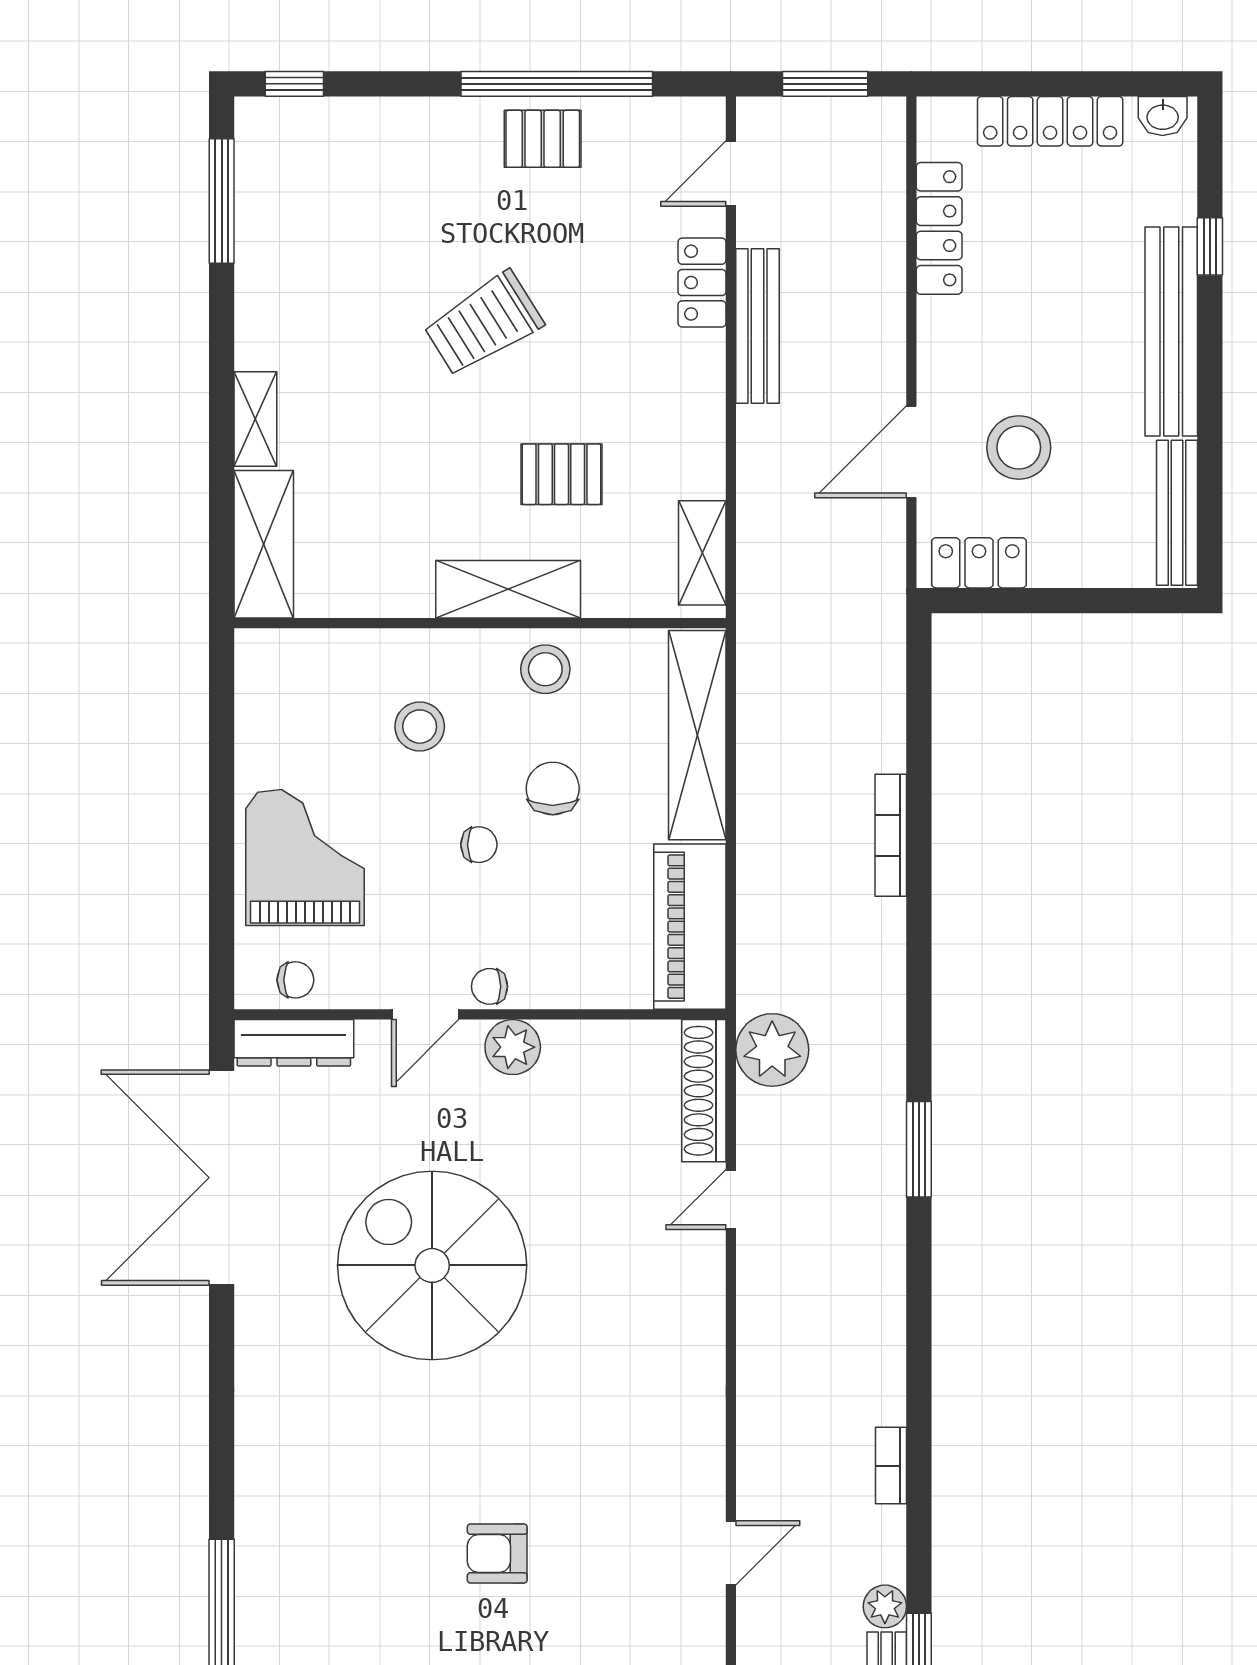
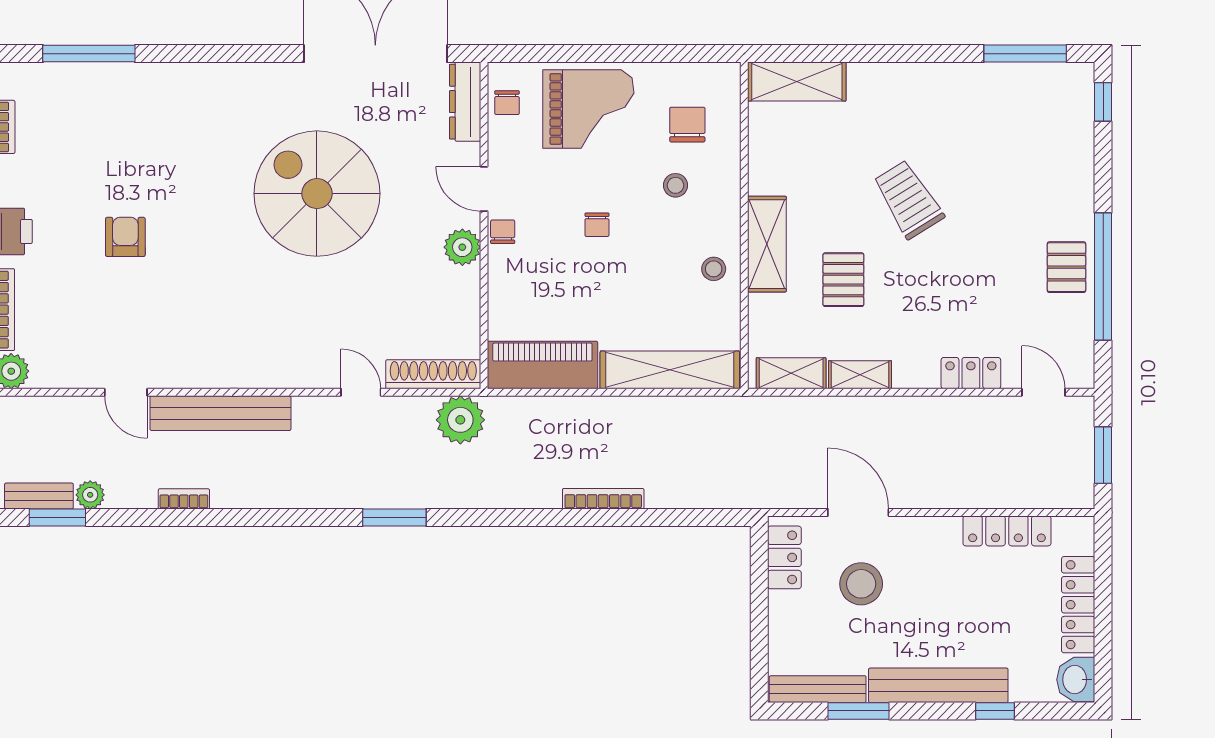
washbasin: (1163, 116) -> (1076, 680), width x1.38, depth x1.45
trolley: (483, 324) -> (908, 199), moved
bench: (757, 326) -> (220, 413), moved, width x1.37, depth x1.21
shelving: (255, 419) -> (860, 375), moved
window: (1210, 451) -> (858, 711), added
stool: (545, 669) -> (714, 269), width x0.73, depth x0.73
stool: (420, 727) -> (676, 185), width x0.73, depth x0.73
chair: (553, 788) -> (687, 125), moved, turned -90
spiral stairs: (432, 1265) -> (317, 194), turned -90

